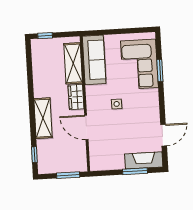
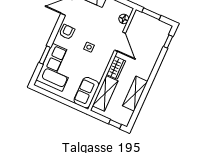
sofa: (94, 60) -> (86, 93), width x0.73
armchair: (149, 108) -> (67, 32), added
shelving: (43, 118) -> (135, 94), moved
floor lamp: (95, 154) -> (124, 19), added

